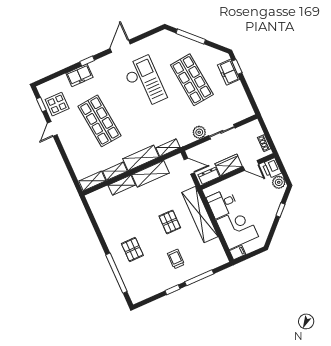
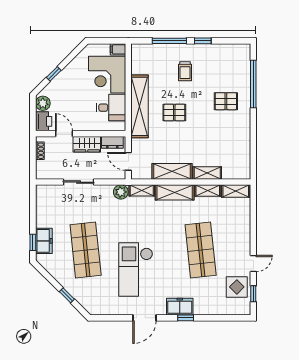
window: (191, 37) -> (67, 295), width x0.46
freezer: (79, 75) -> (180, 307), moved
plant: (199, 132) -> (121, 192), moved
pallet: (170, 222) -> (174, 113), turned 90
pallet: (132, 250) -> (226, 101), turned 90

